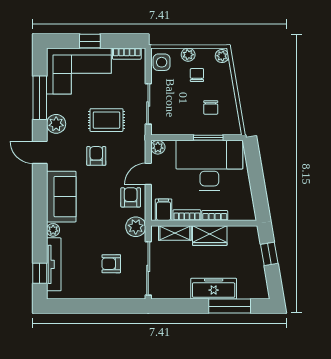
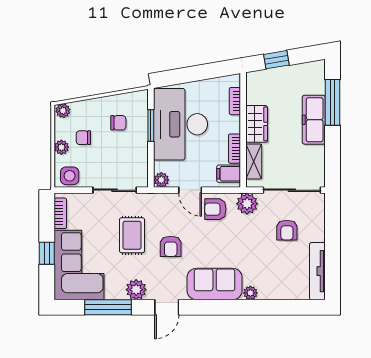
armchair: (96, 156) -> (171, 246), turned -90
bookcase: (215, 215) -> (235, 101), moved
tv unit: (54, 264) -> (317, 271), moved, turned -90
window: (40, 273) -> (297, 307), removed

